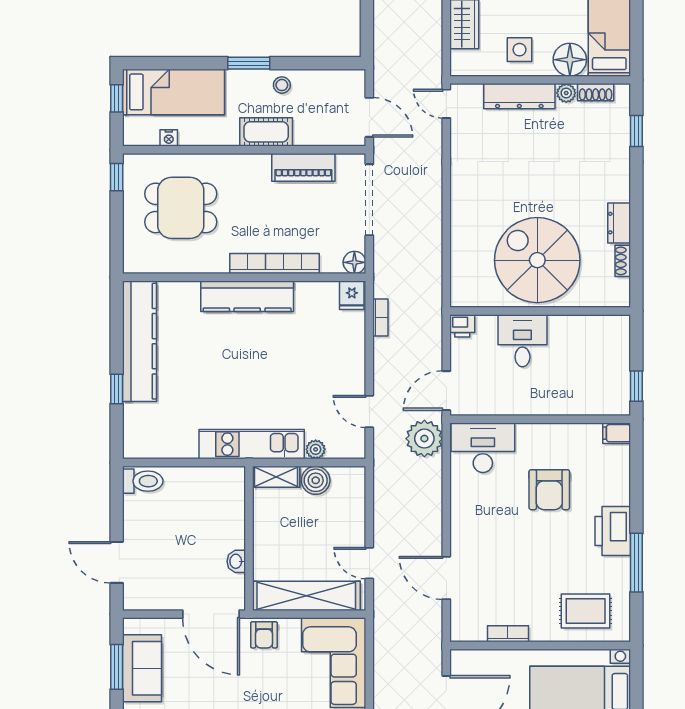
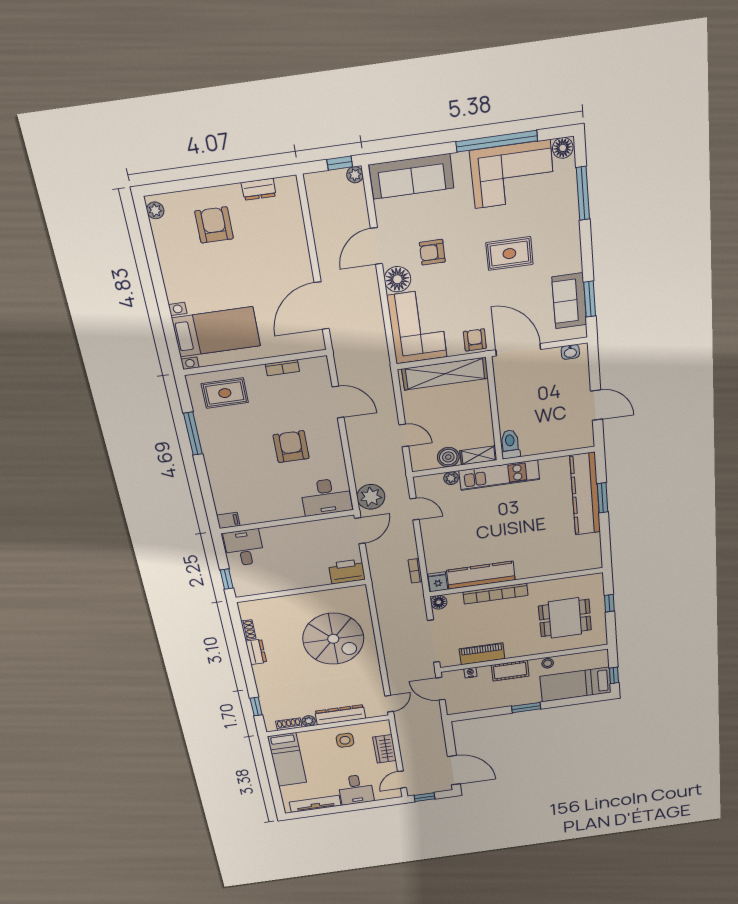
floor lamp: (570, 60) -> (310, 740), removed
stool: (282, 85) -> (548, 663), moved
door: (446, 104) -> (389, 704), hinge flipped
nightstand: (169, 138) -> (470, 673), moved
window: (117, 177) -> (609, 603), moved
spiral stairs: (537, 260) -> (333, 639), moved
kitchen counter: (247, 296) -> (481, 575), moved
printer: (462, 326) -> (347, 571), width x1.87, depth x1.48
kitchen counter: (140, 341) -> (585, 494), moved
desk: (522, 341) -> (244, 548), moved, turned 180
window: (636, 386) -> (227, 579), moved
window: (117, 389) -> (603, 498), width x1.50
toilet: (143, 481) -> (510, 444), moved, turned 90
armchair: (549, 490) -> (291, 447), moved
printer: (613, 531) -> (216, 453), removed
washbasin: (236, 561) -> (570, 352), moved, turned 90
door: (117, 562) -> (597, 405), moved
door: (369, 563) -> (404, 435), moved

